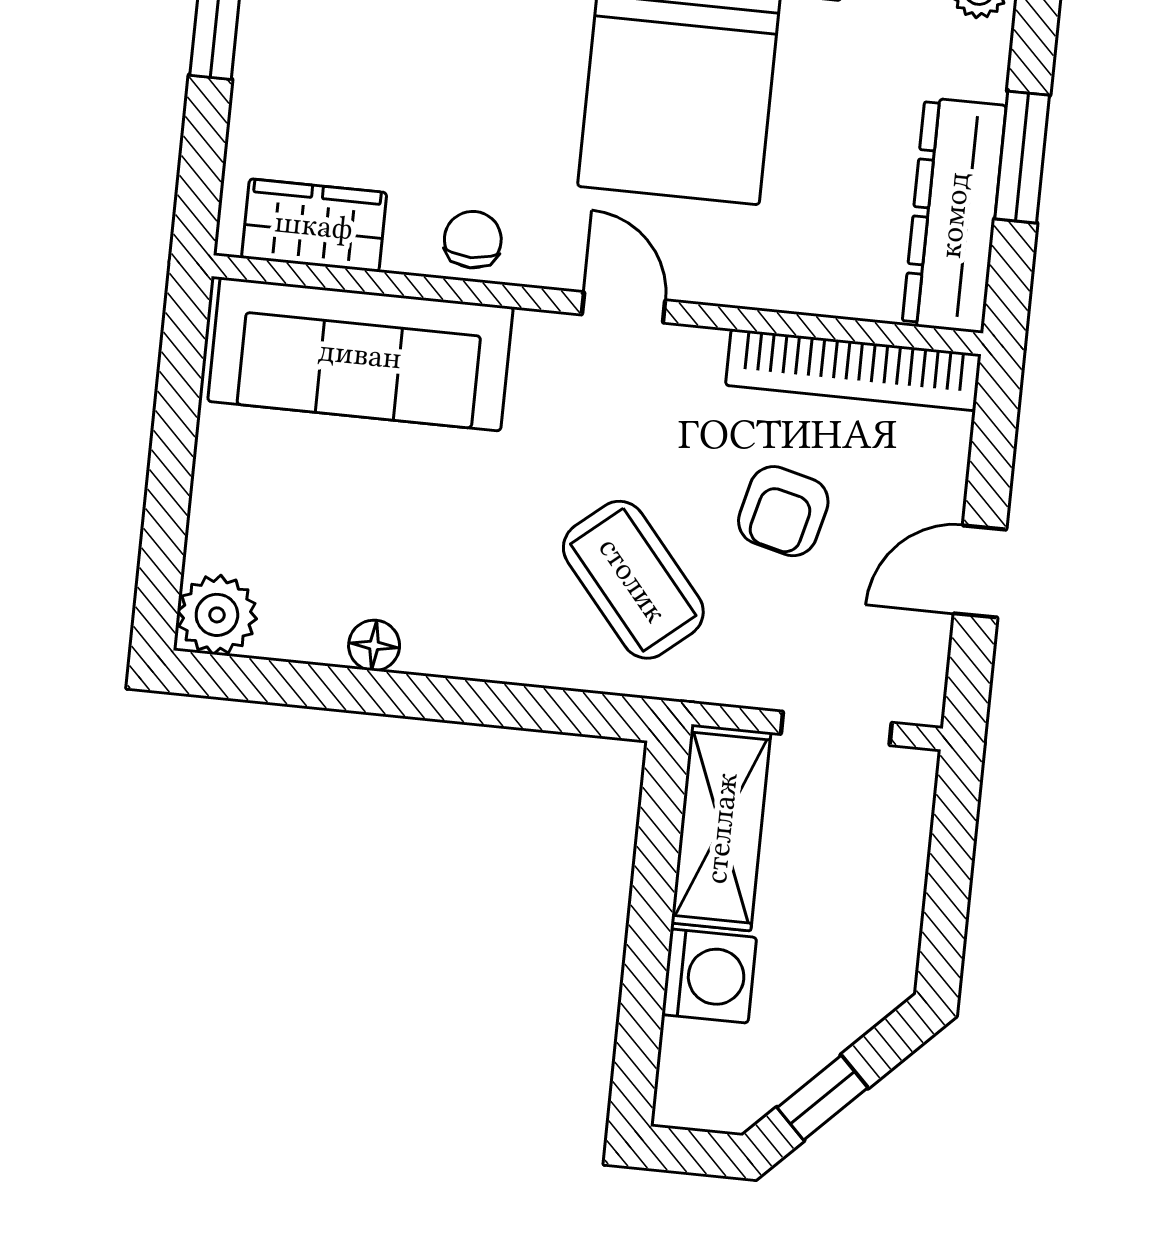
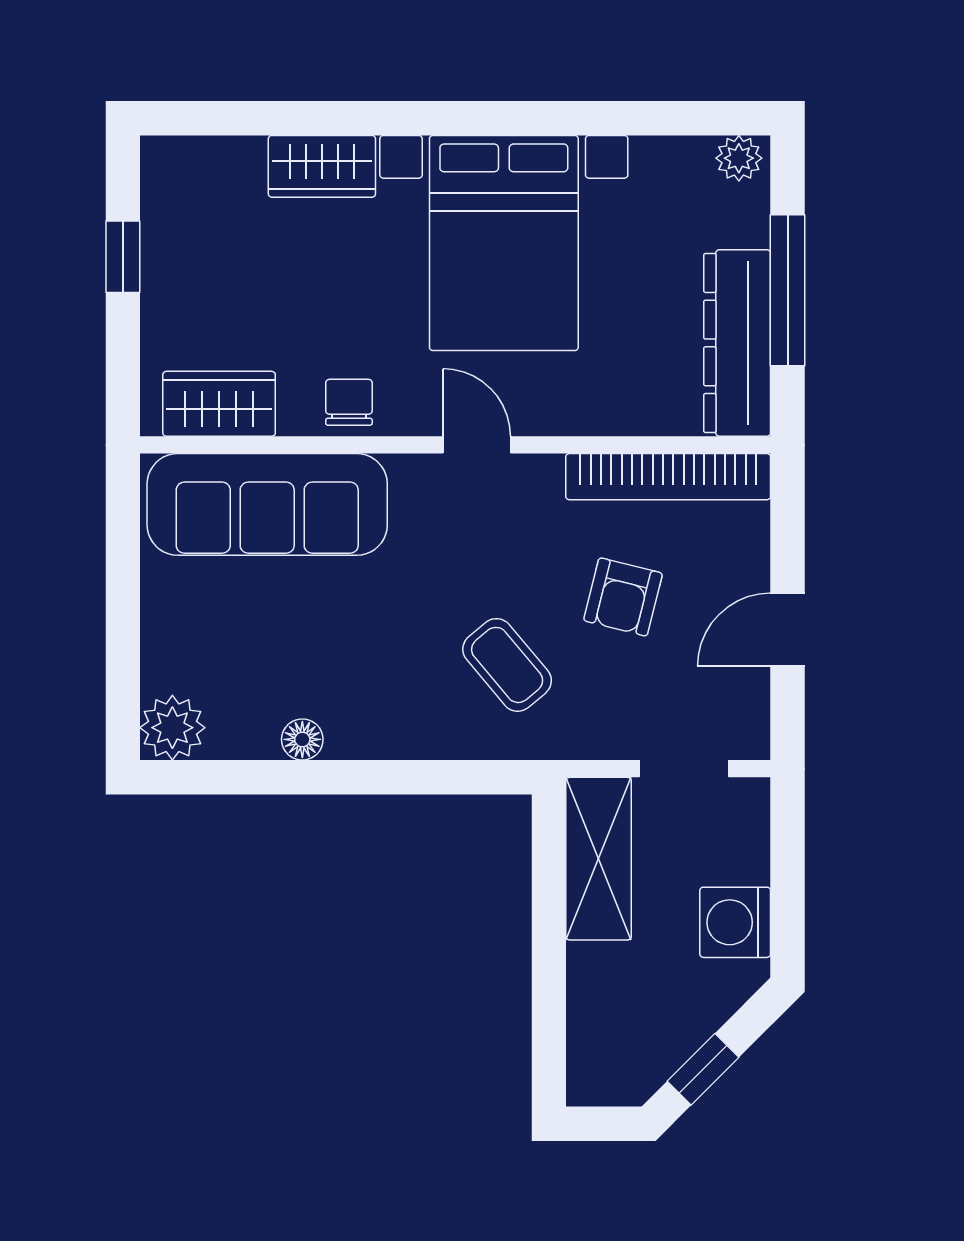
window: (1022, 157) -> (788, 290), width x1.44
coffee table: (633, 580) -> (507, 665), width x0.73, depth x0.77
washing machine: (709, 976) -> (735, 922), moved, turned 180

